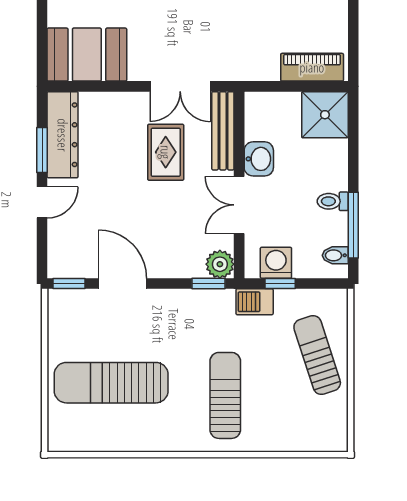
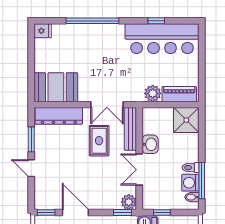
plant: (263, 66) -> (153, 93), added
dresser: (63, 135) -> (59, 116), moved, turned 90
door: (42, 202) -> (31, 168), swing flipped
washing machine: (276, 263) -> (190, 183), moved, turned -90

